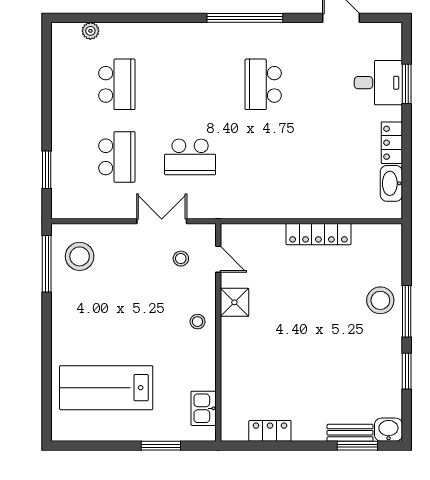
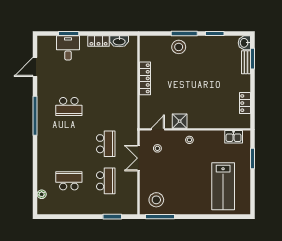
school desk: (117, 157) -> (106, 181), turned 90

